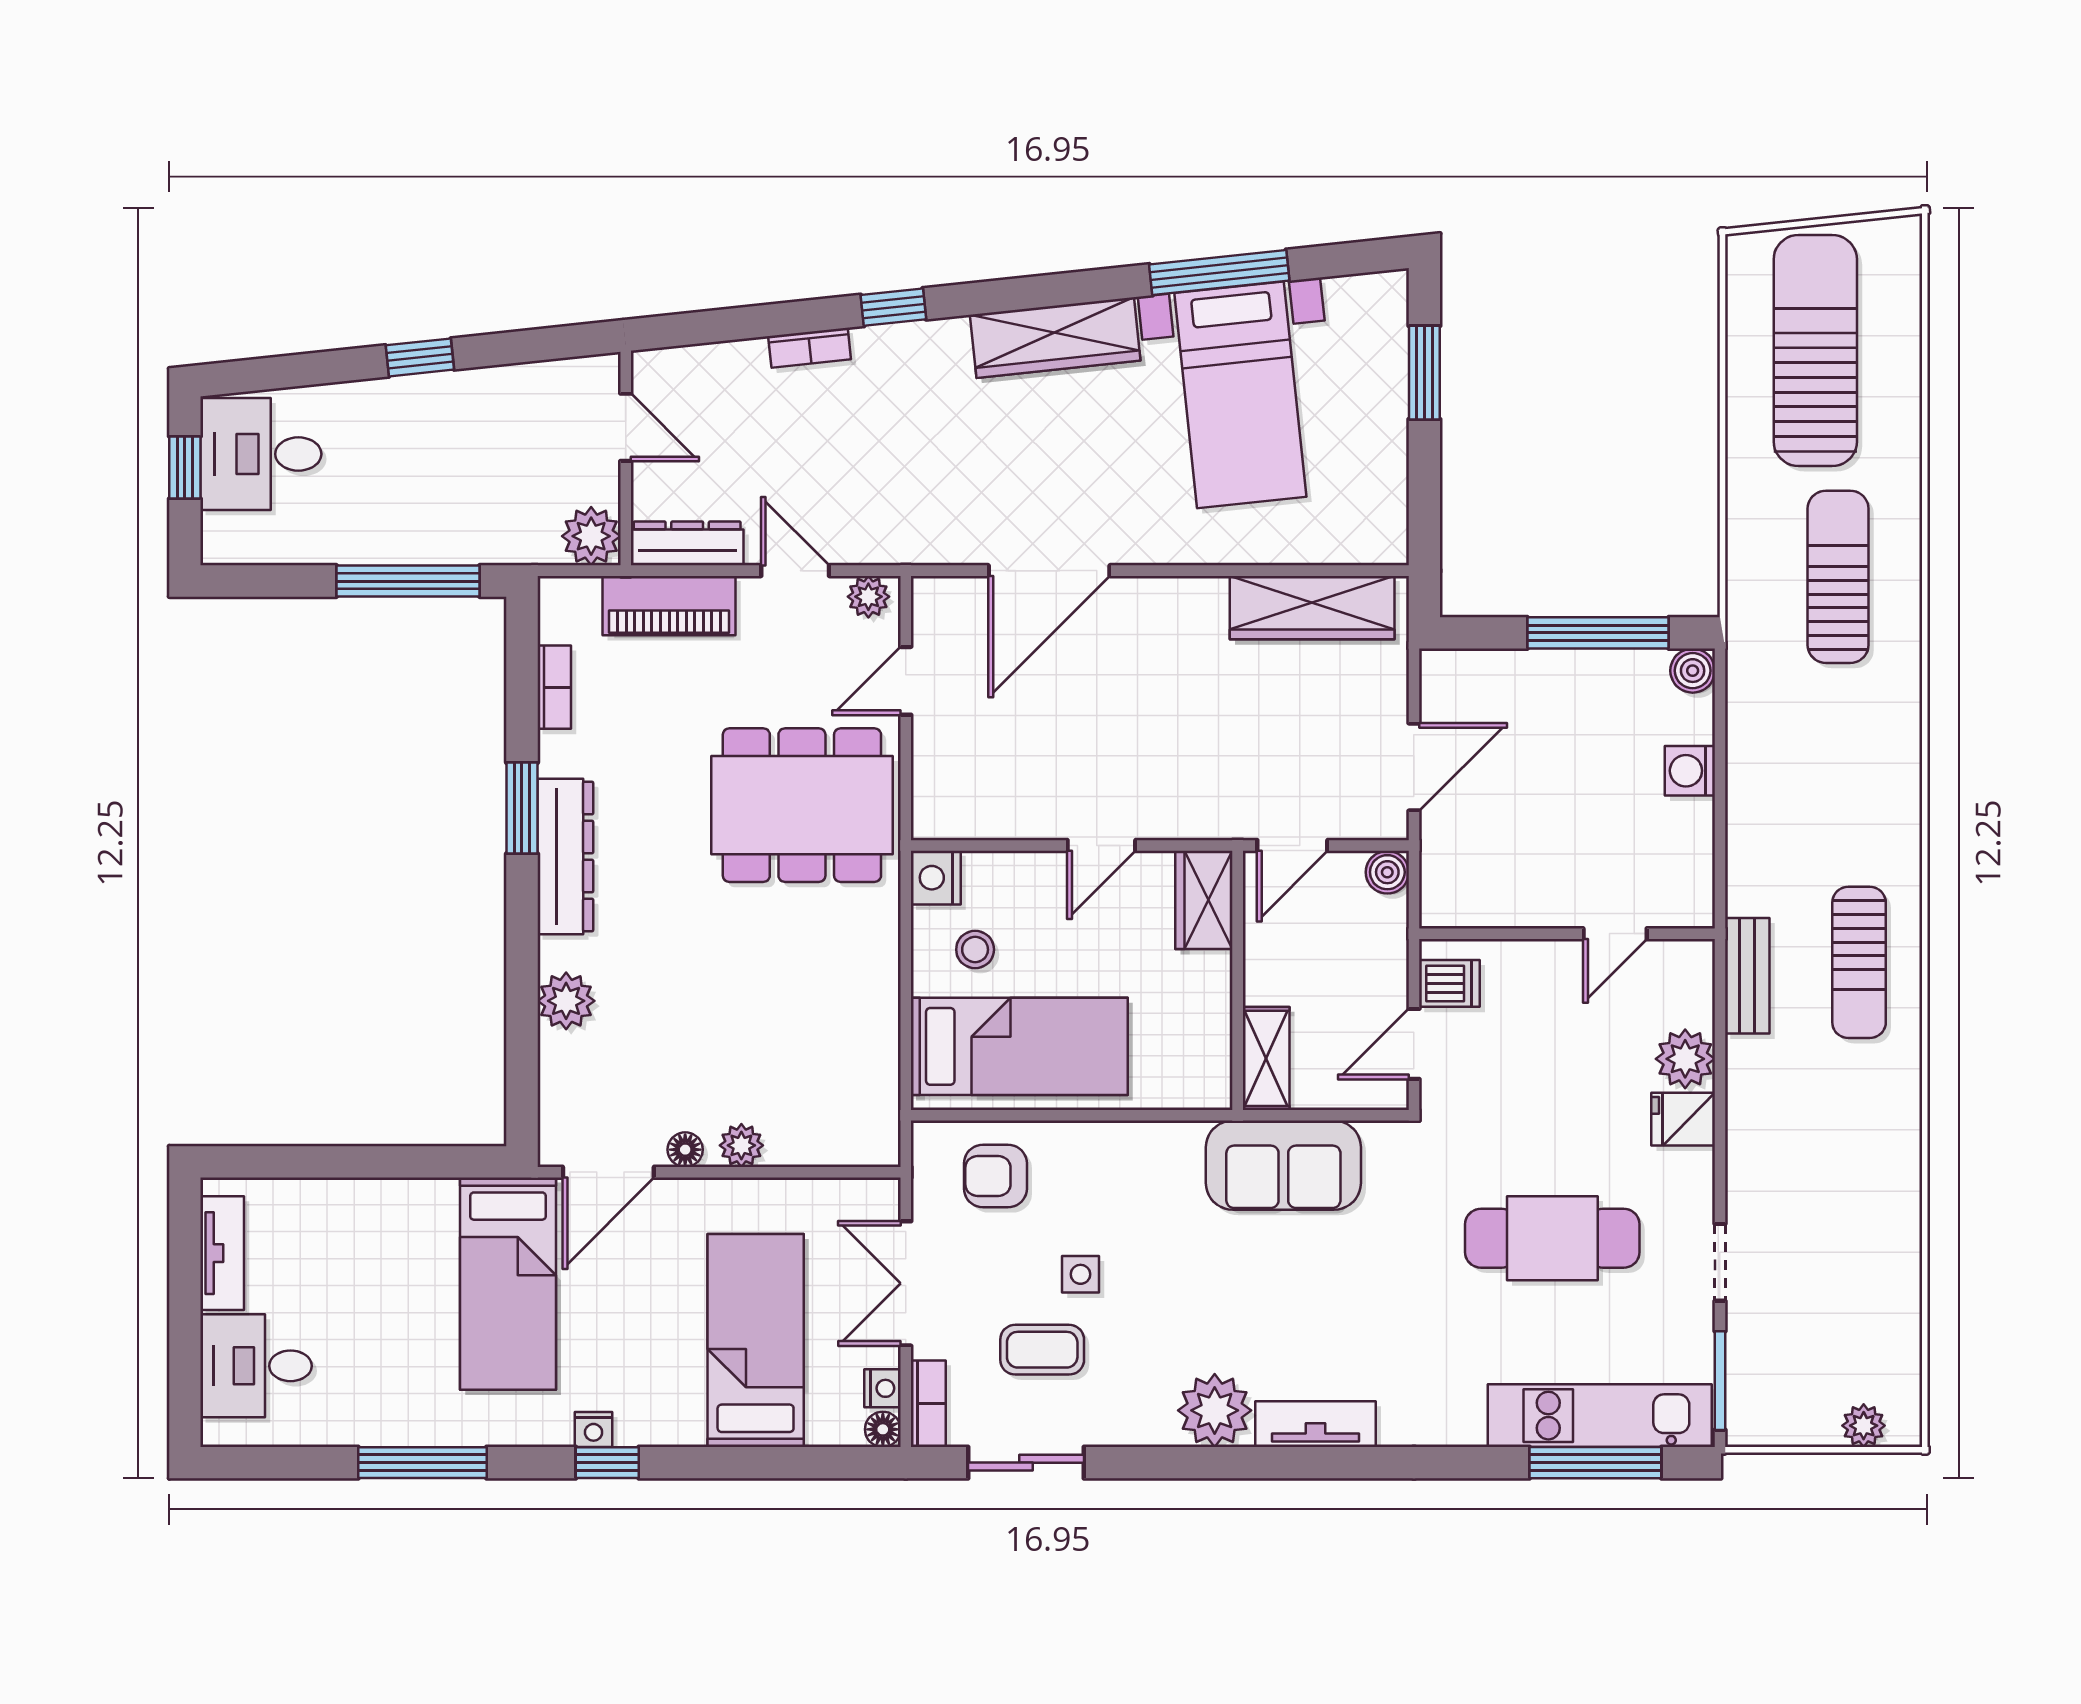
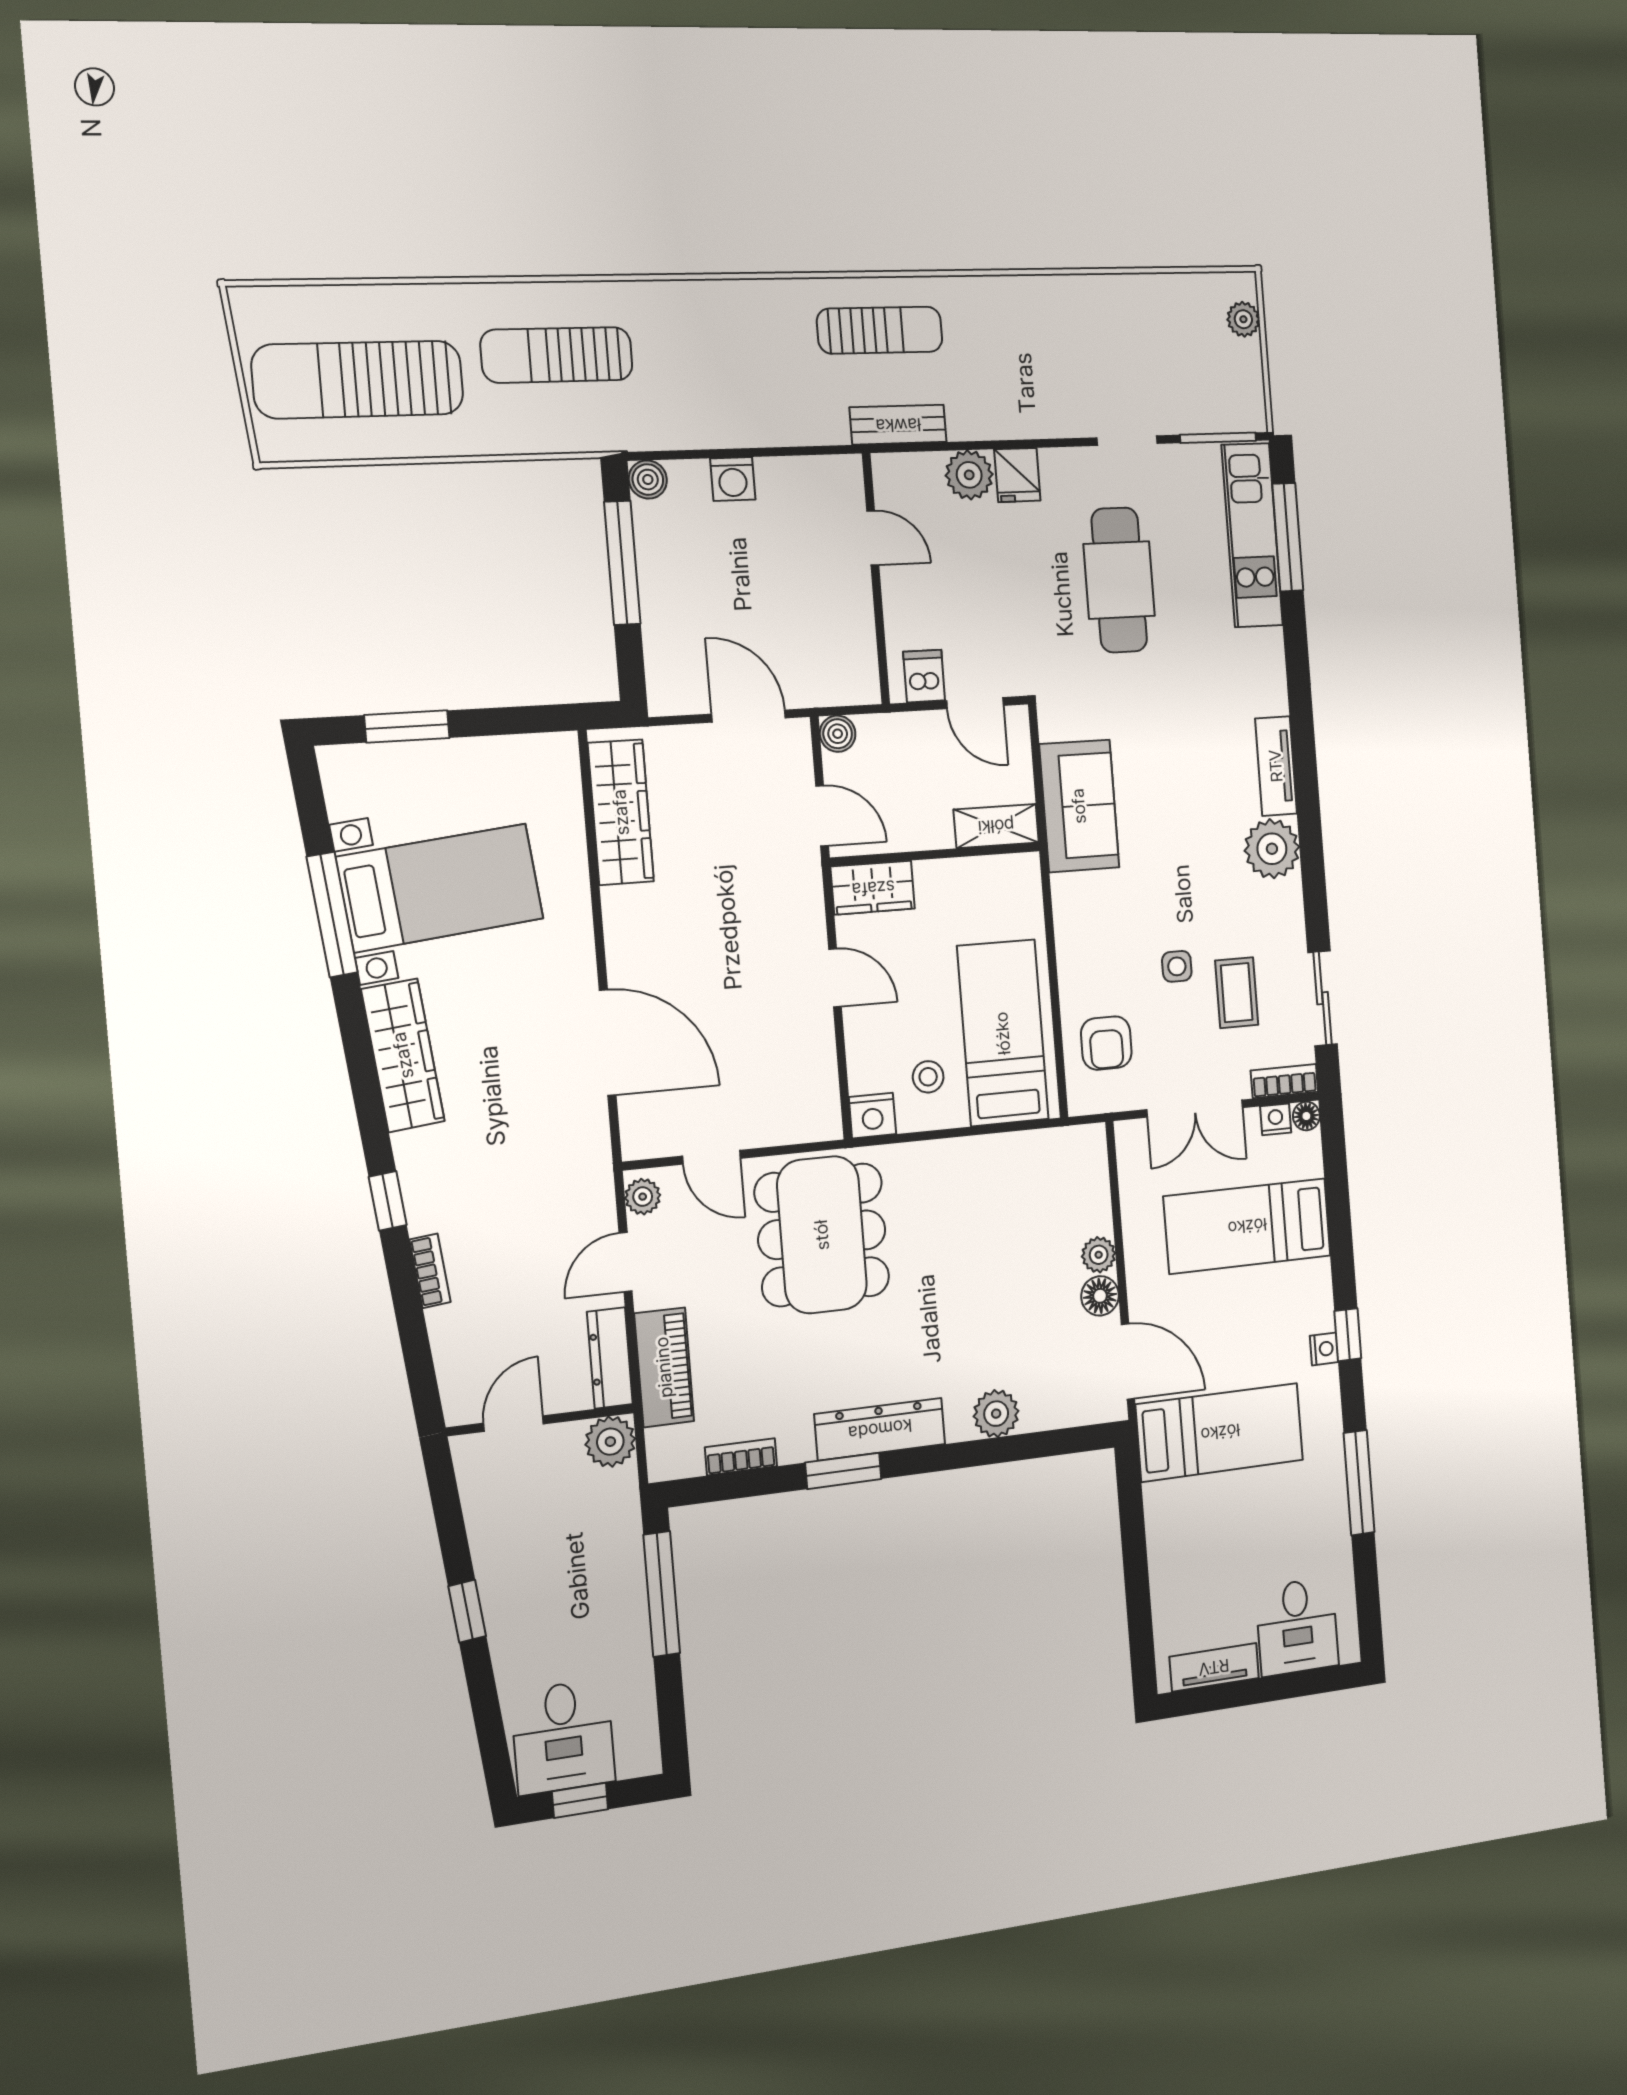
floor lamp: (685, 1150) -> (1100, 1296), width x1.37, depth x1.37

